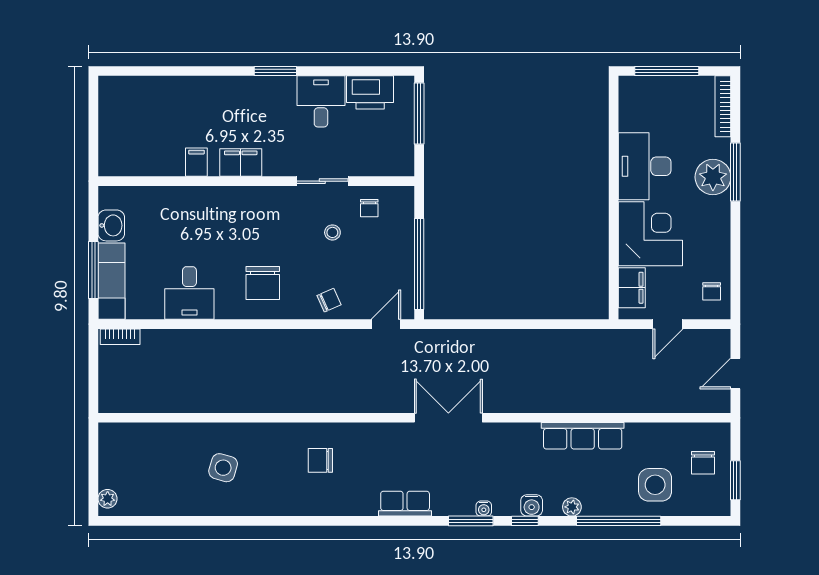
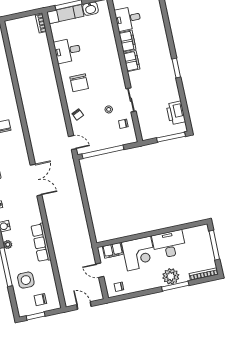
desk: (321, 101) -> (128, 19), moved, turned 180
filing cabinet: (196, 162) -> (127, 41), width x2.00
chair: (263, 283) -> (79, 83), turned -90

